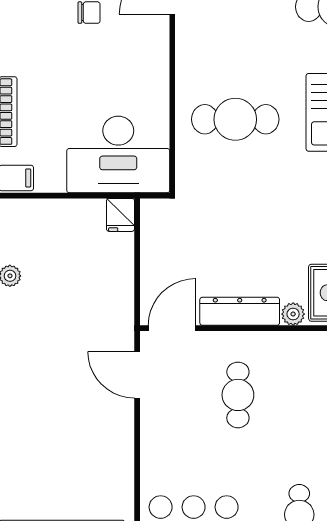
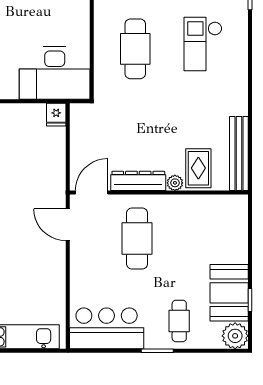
cafe table: (235, 119) -> (135, 49), turned 90
cafe table: (238, 395) -> (137, 239), width x1.37, depth x1.35

